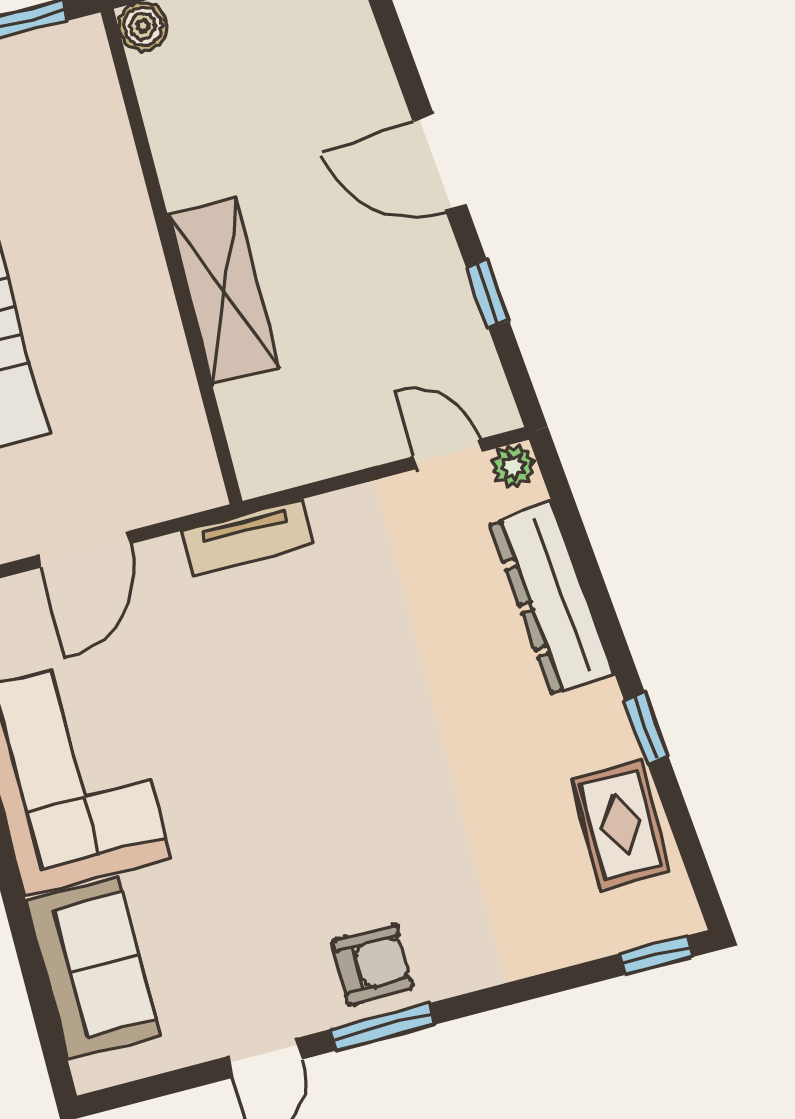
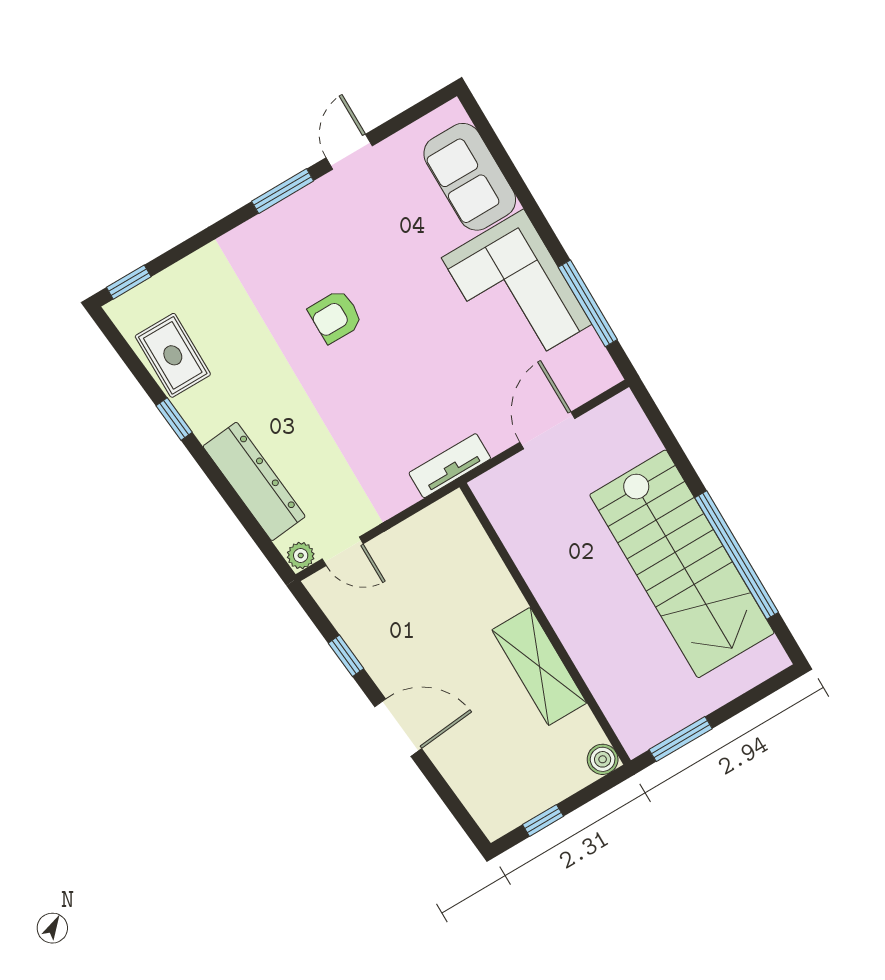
shelving: (224, 291) -> (539, 666), moved
armchair: (372, 965) -> (335, 316), moved

